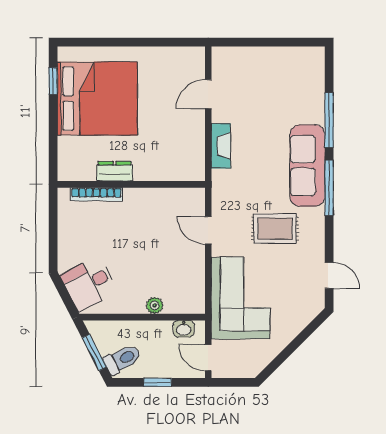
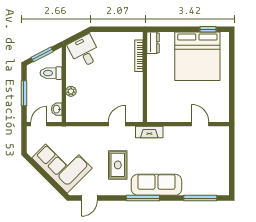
window: (329, 120) -> (200, 198), moved
fireplace: (221, 146) -> (149, 132), moved
dresser: (115, 171) -> (153, 43), moved
corner sofa: (241, 298) -> (62, 163), moved, turned -135
toilet: (122, 359) -> (51, 73), moved, turned 117
window: (158, 382) -> (24, 93), width x1.50

